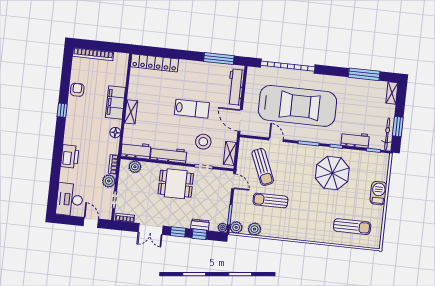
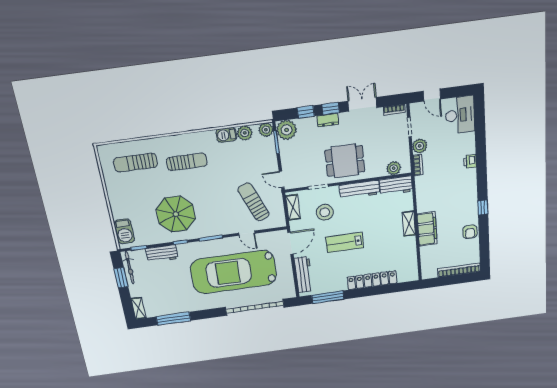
locker: (155, 63) -> (372, 280), moved
door: (240, 120) -> (290, 243), hinge flipped
floor lamp: (115, 133) -> (422, 199), removed
printer: (70, 156) -> (470, 161), width x0.53, depth x0.68
barbecue: (378, 193) -> (124, 231), moved
sun lounger: (270, 200) -> (187, 162), moved
dresser: (200, 225) -> (328, 120), moved
plant: (223, 227) -> (287, 130), width x1.88, depth x1.88
barbecue: (270, 231) -> (226, 135), added

